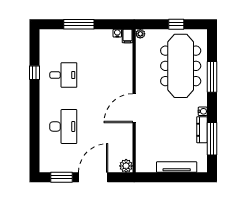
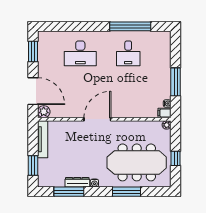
window: (79, 24) -> (176, 82), moved
window: (34, 73) -> (130, 26), width x3.17
door: (134, 108) -> (97, 119), hinge flipped
tv unit: (177, 167) -> (43, 139), moved
door: (93, 177) -> (33, 91), moved
window: (184, 177) -> (33, 165), added

